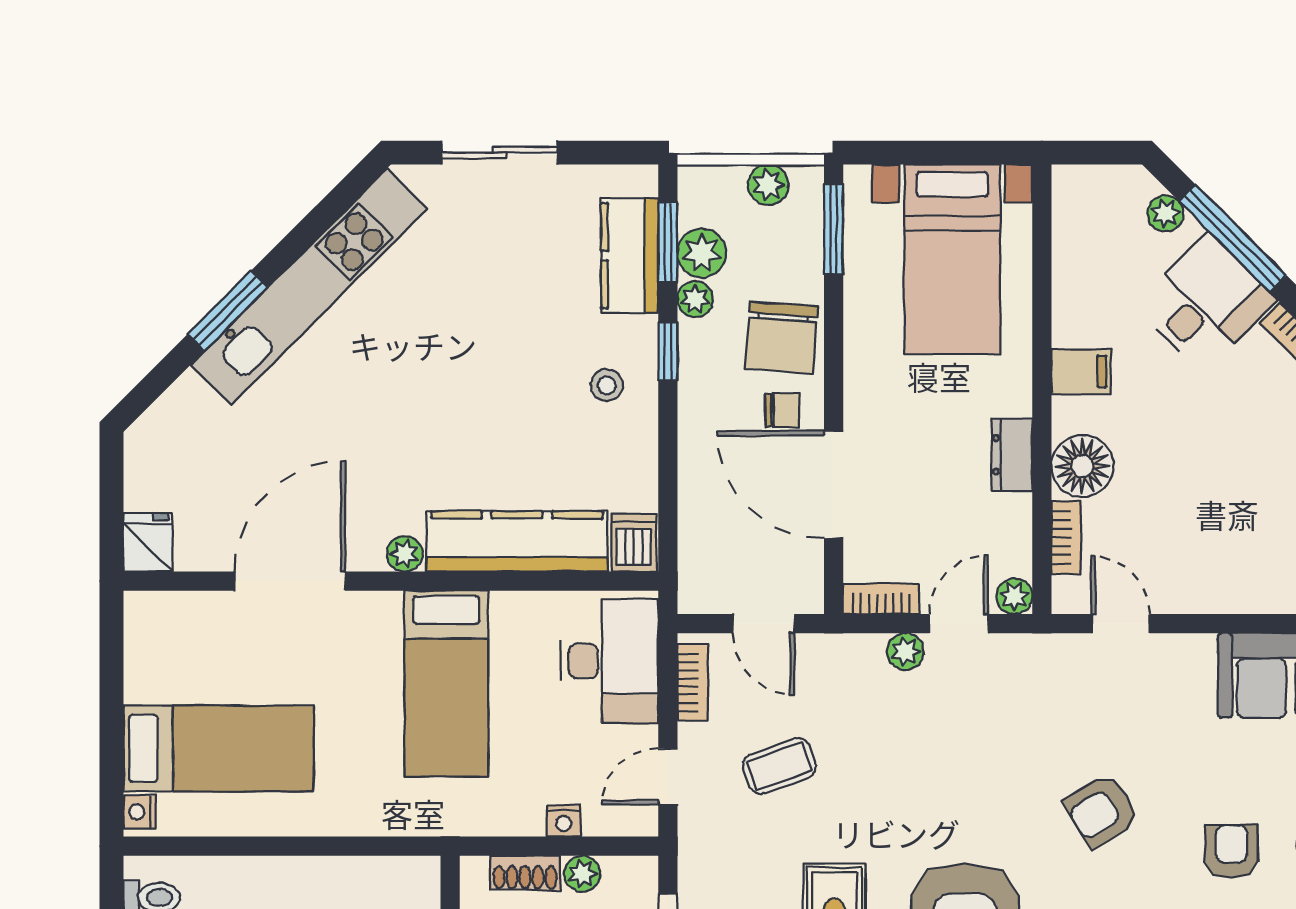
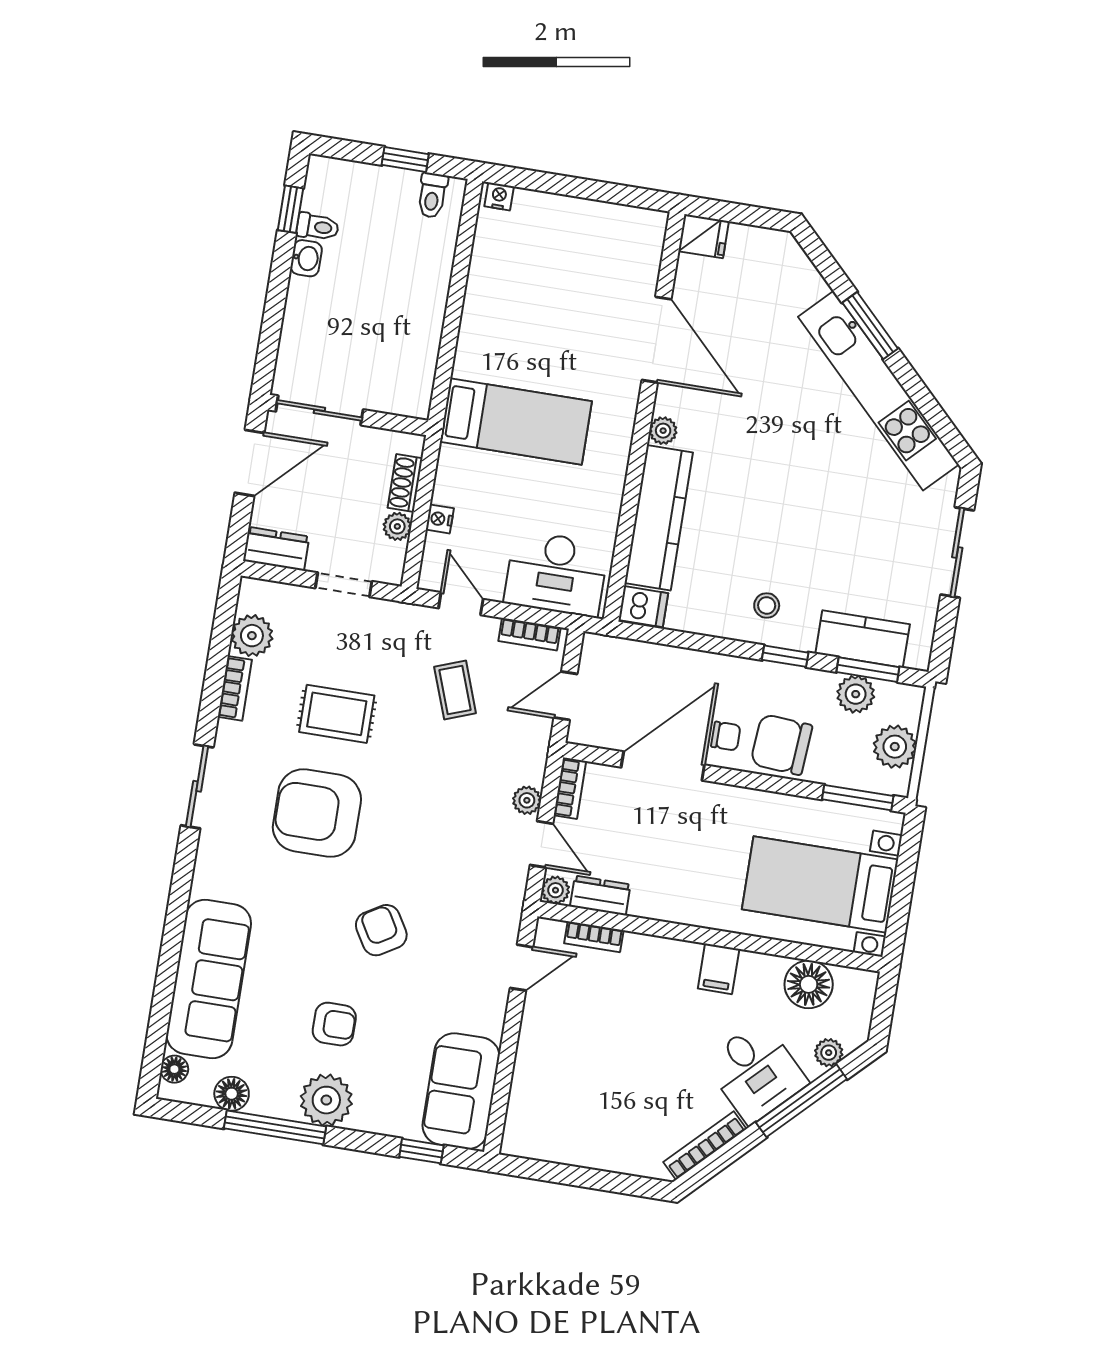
plant: (768, 185) -> (895, 747), width x1.38, depth x1.38
plant: (695, 299) -> (821, 683), removed
chair: (782, 410) -> (726, 736), turned -90
dresser: (1012, 455) -> (600, 895), moved
floor lamp: (1082, 466) -> (809, 984), moved
bed: (446, 683) -> (516, 422), moved, turned 180
bed: (218, 749) -> (538, 265), removed

